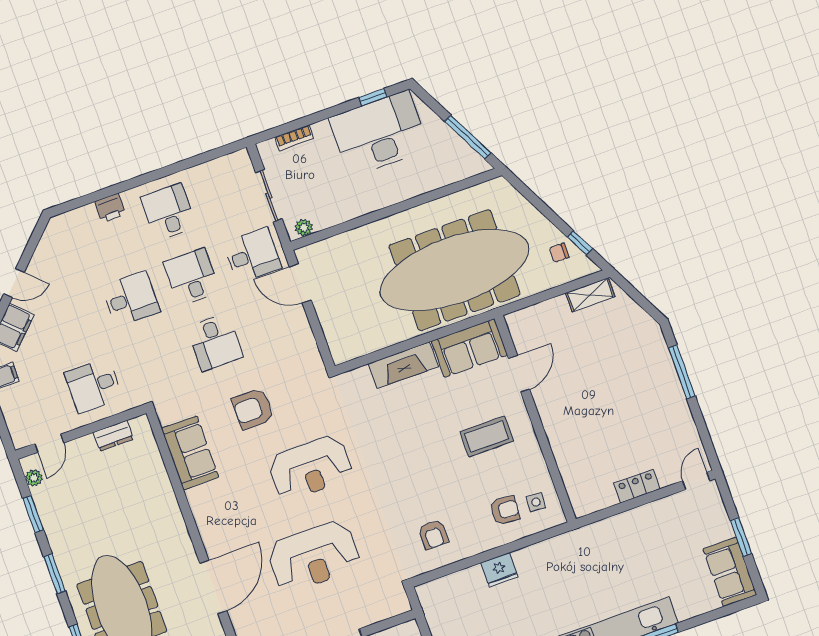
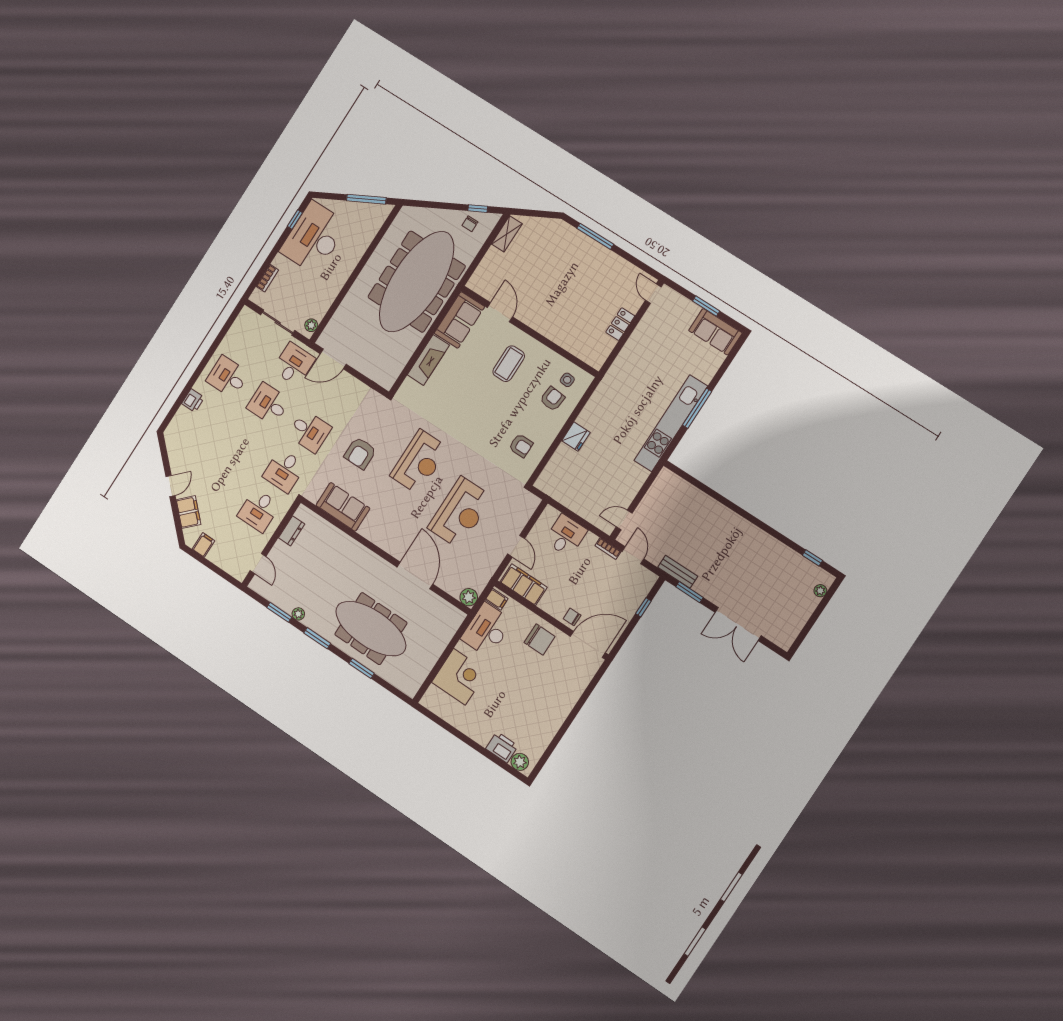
desk: (131, 299) -> (284, 471), moved, turned 180
plant: (34, 478) -> (298, 614), moved

